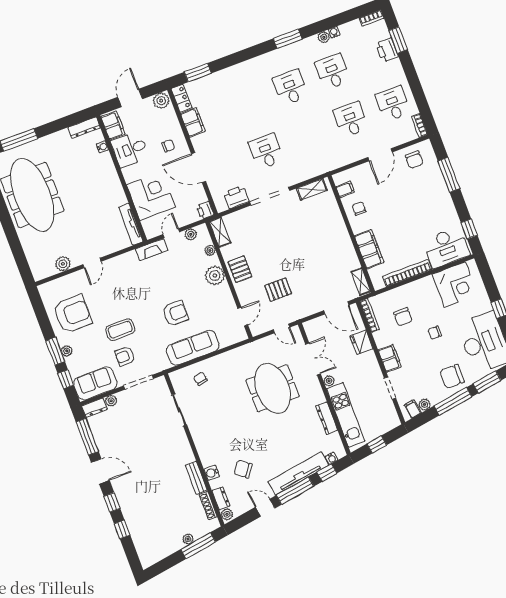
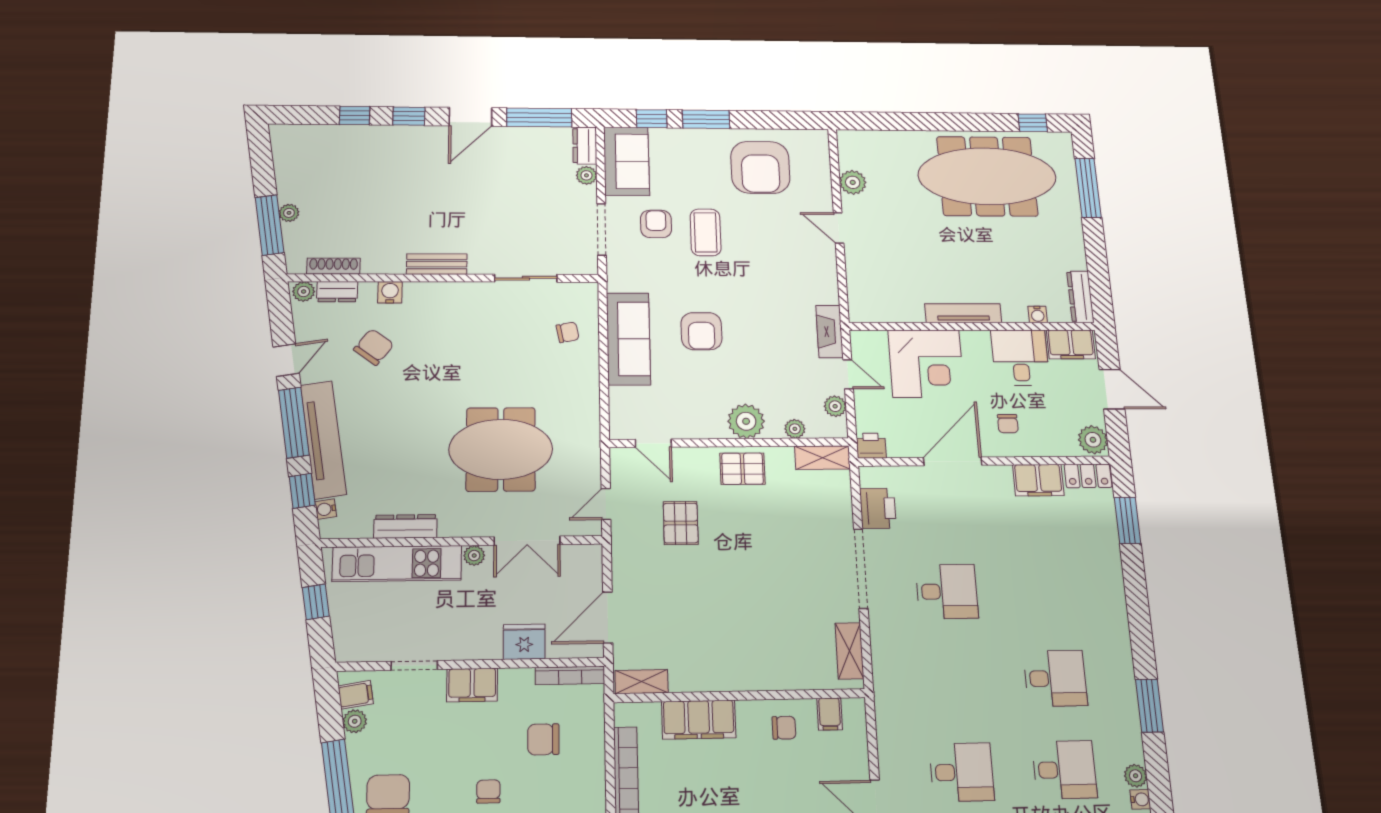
tv unit: (131, 224) -> (963, 313), moved
plant: (67, 351) -> (700, 137), removed
bench: (196, 478) -> (437, 264), moved

